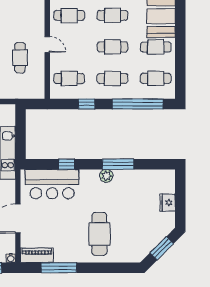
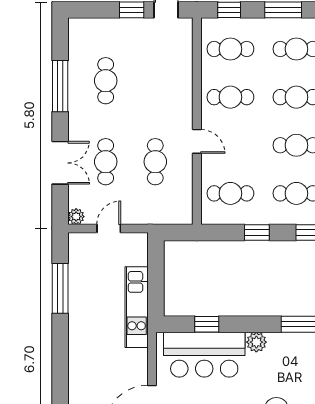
window: (67, 164) -> (207, 324), moved
plant: (106, 176) -> (256, 342), moved

